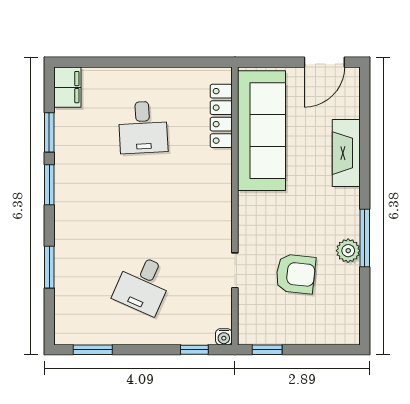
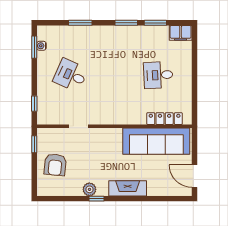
fireplace: (346, 153) -> (128, 188), moved
window: (365, 238) -> (96, 199), width x0.46
armchair: (296, 274) -> (55, 165), moved
water cooler: (224, 337) -> (41, 46), moved

